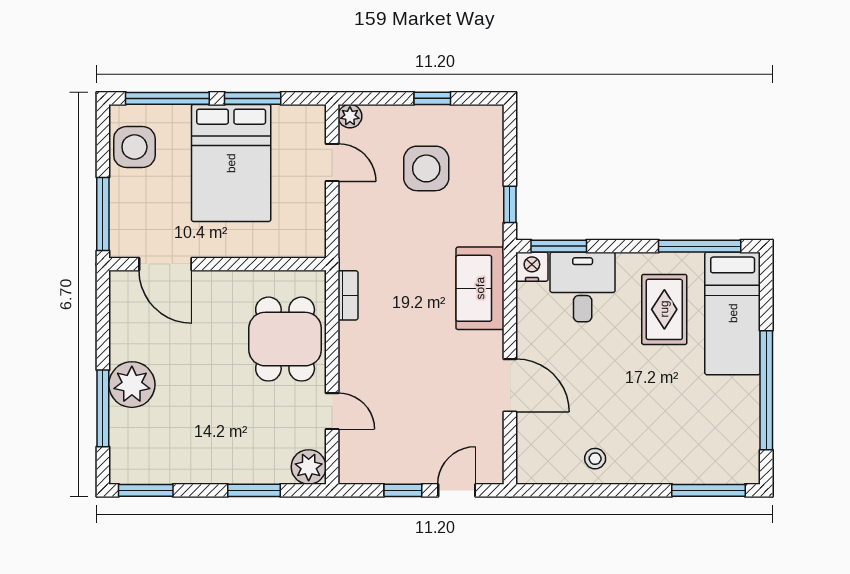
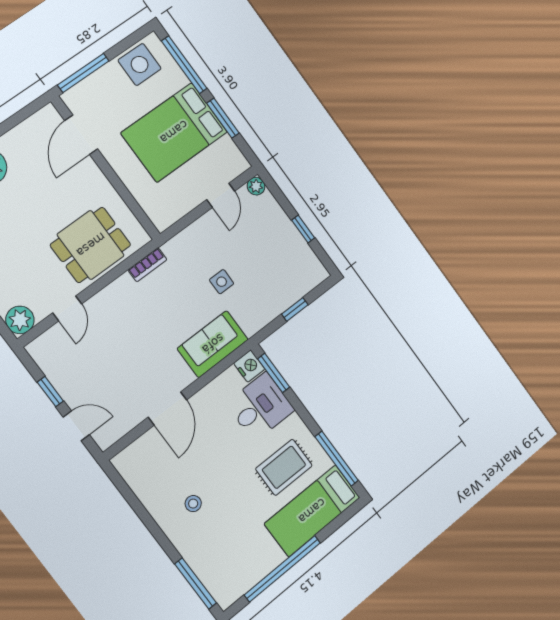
side table: (426, 168) -> (222, 282), moved, width x0.54, depth x0.54
window: (510, 204) -> (295, 309), moved
stool: (595, 459) -> (193, 504), moved

